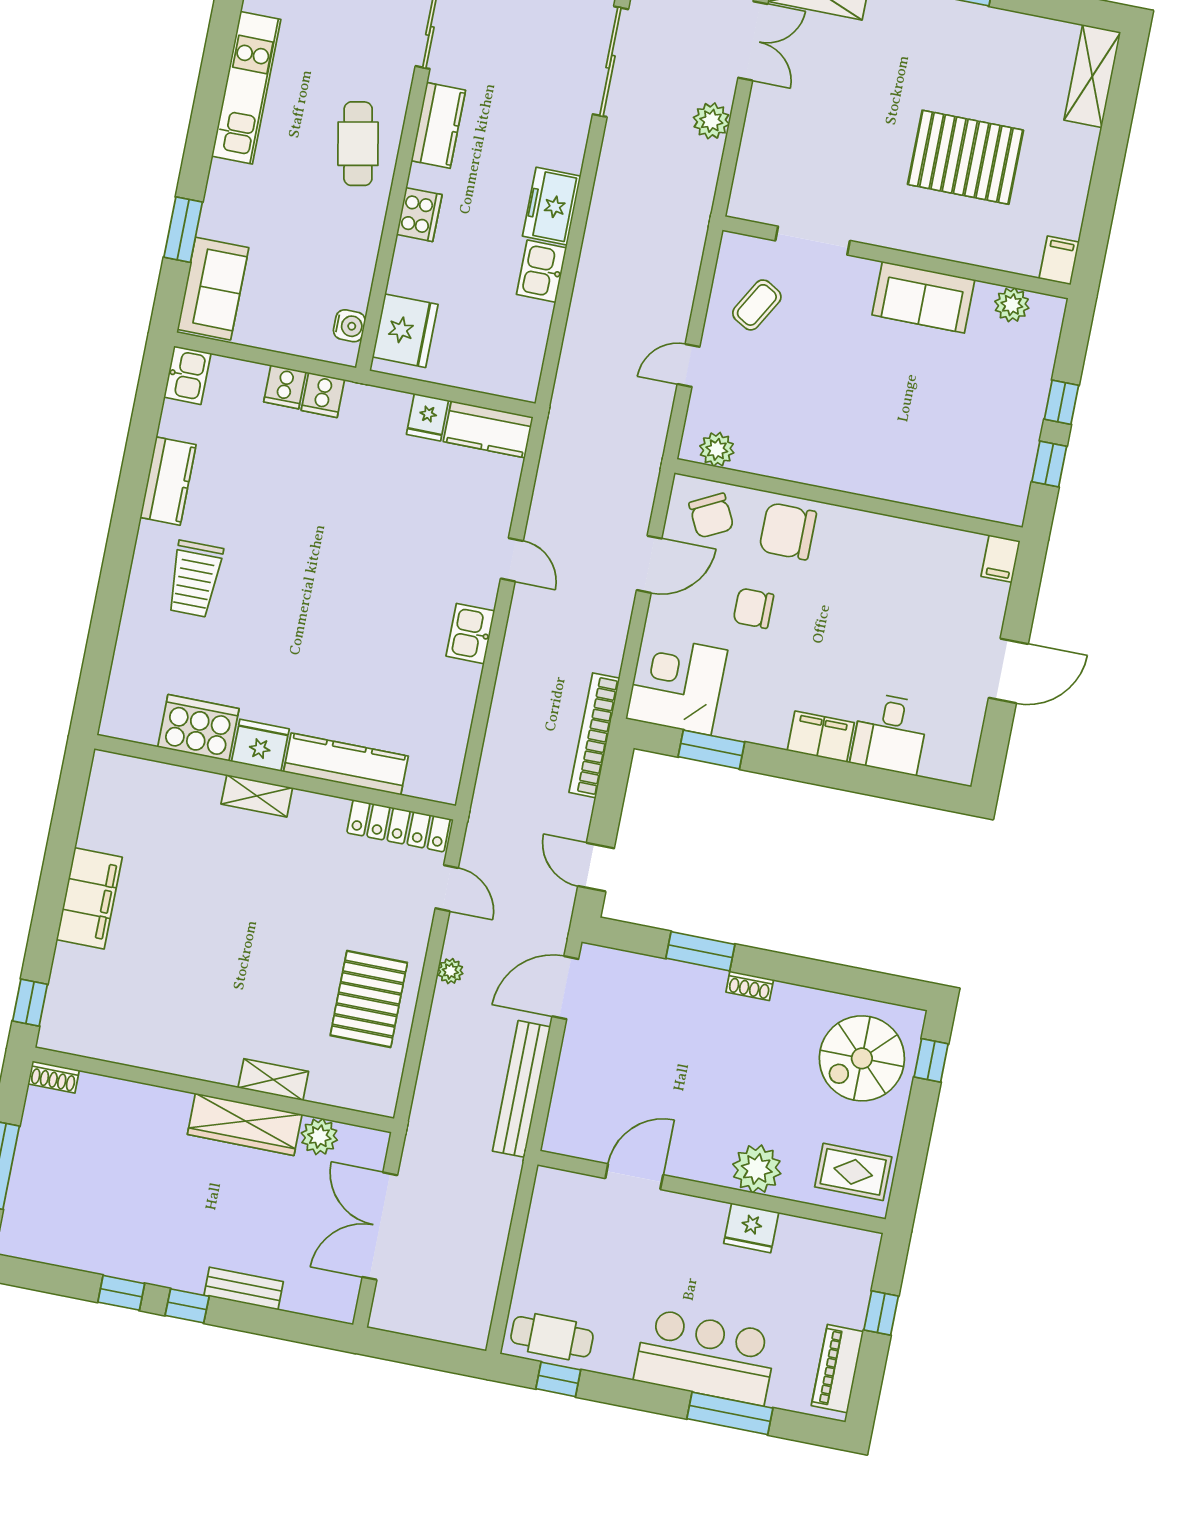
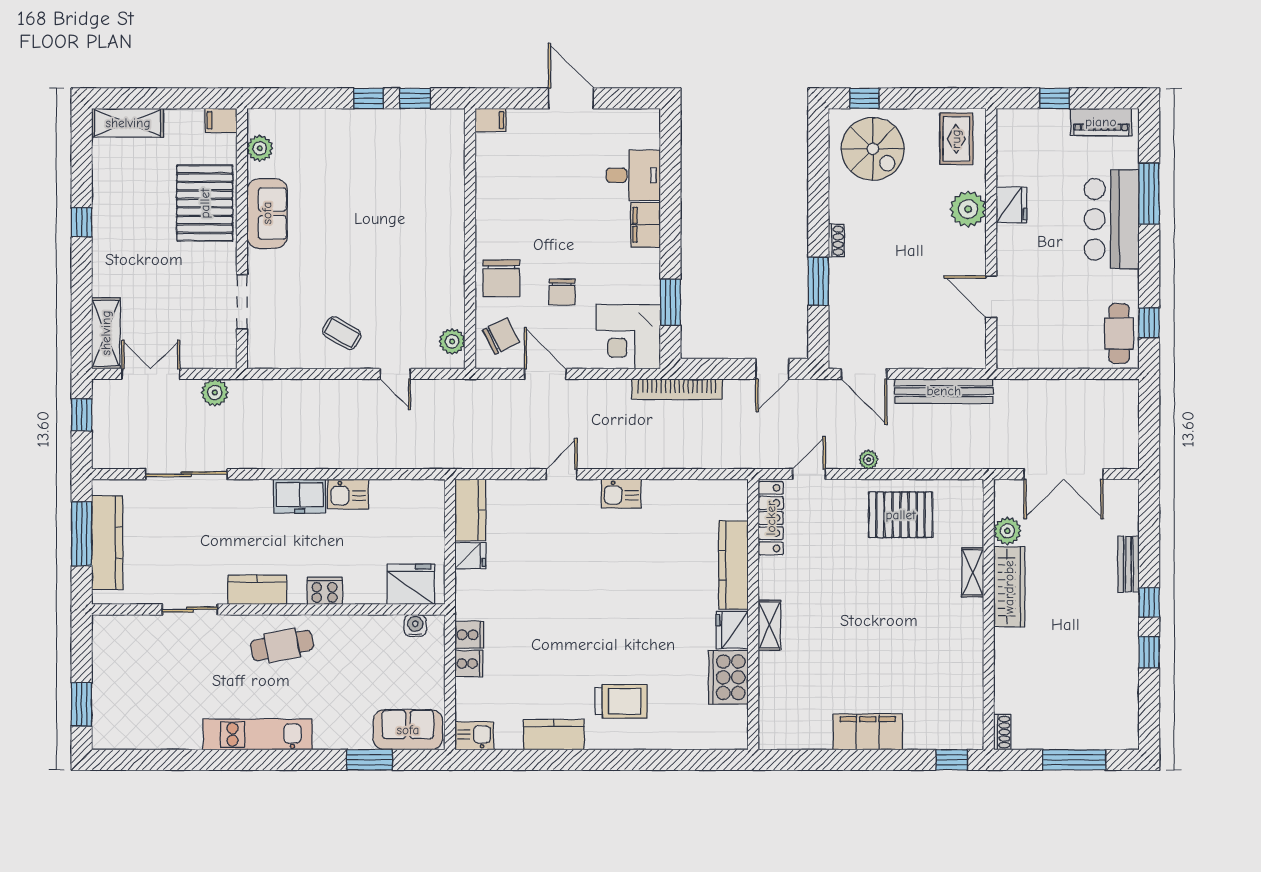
doorway: (813, 241) -> (242, 302), moved
wall: (897, 257) -> (242, 239), moved
filing cabinet: (1059, 260) -> (221, 120), moved
sofa: (923, 297) -> (267, 213), moved
plant: (1012, 305) -> (260, 148), moved

